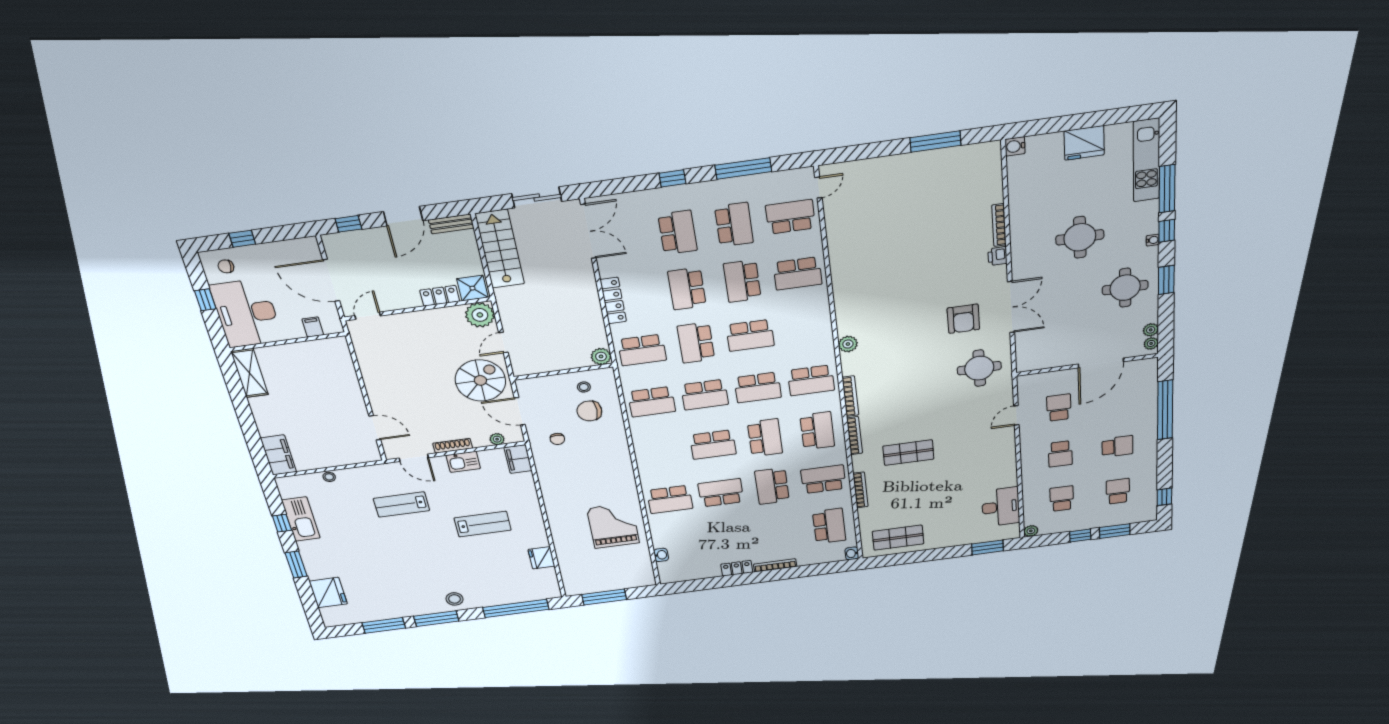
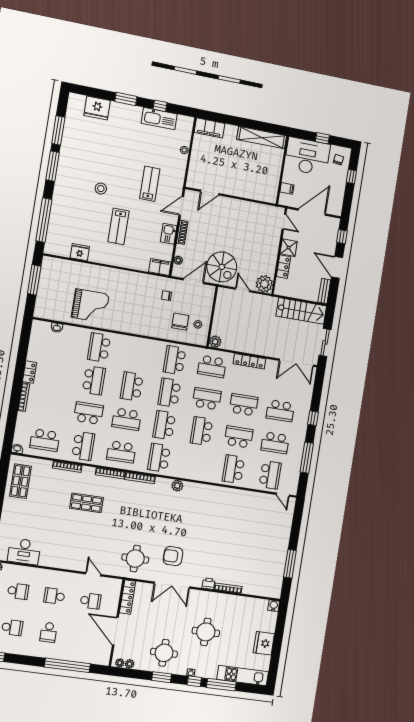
shower: (472, 288) -> (289, 248), moved
school desk: (642, 350) -> (212, 366), turned -90
locker: (1043, 362) -> (128, 597), added
shelving: (250, 373) -> (262, 138), width x1.47
shop shelf: (908, 453) -> (86, 503), turned 90
stool: (454, 599) -> (101, 189), moved

